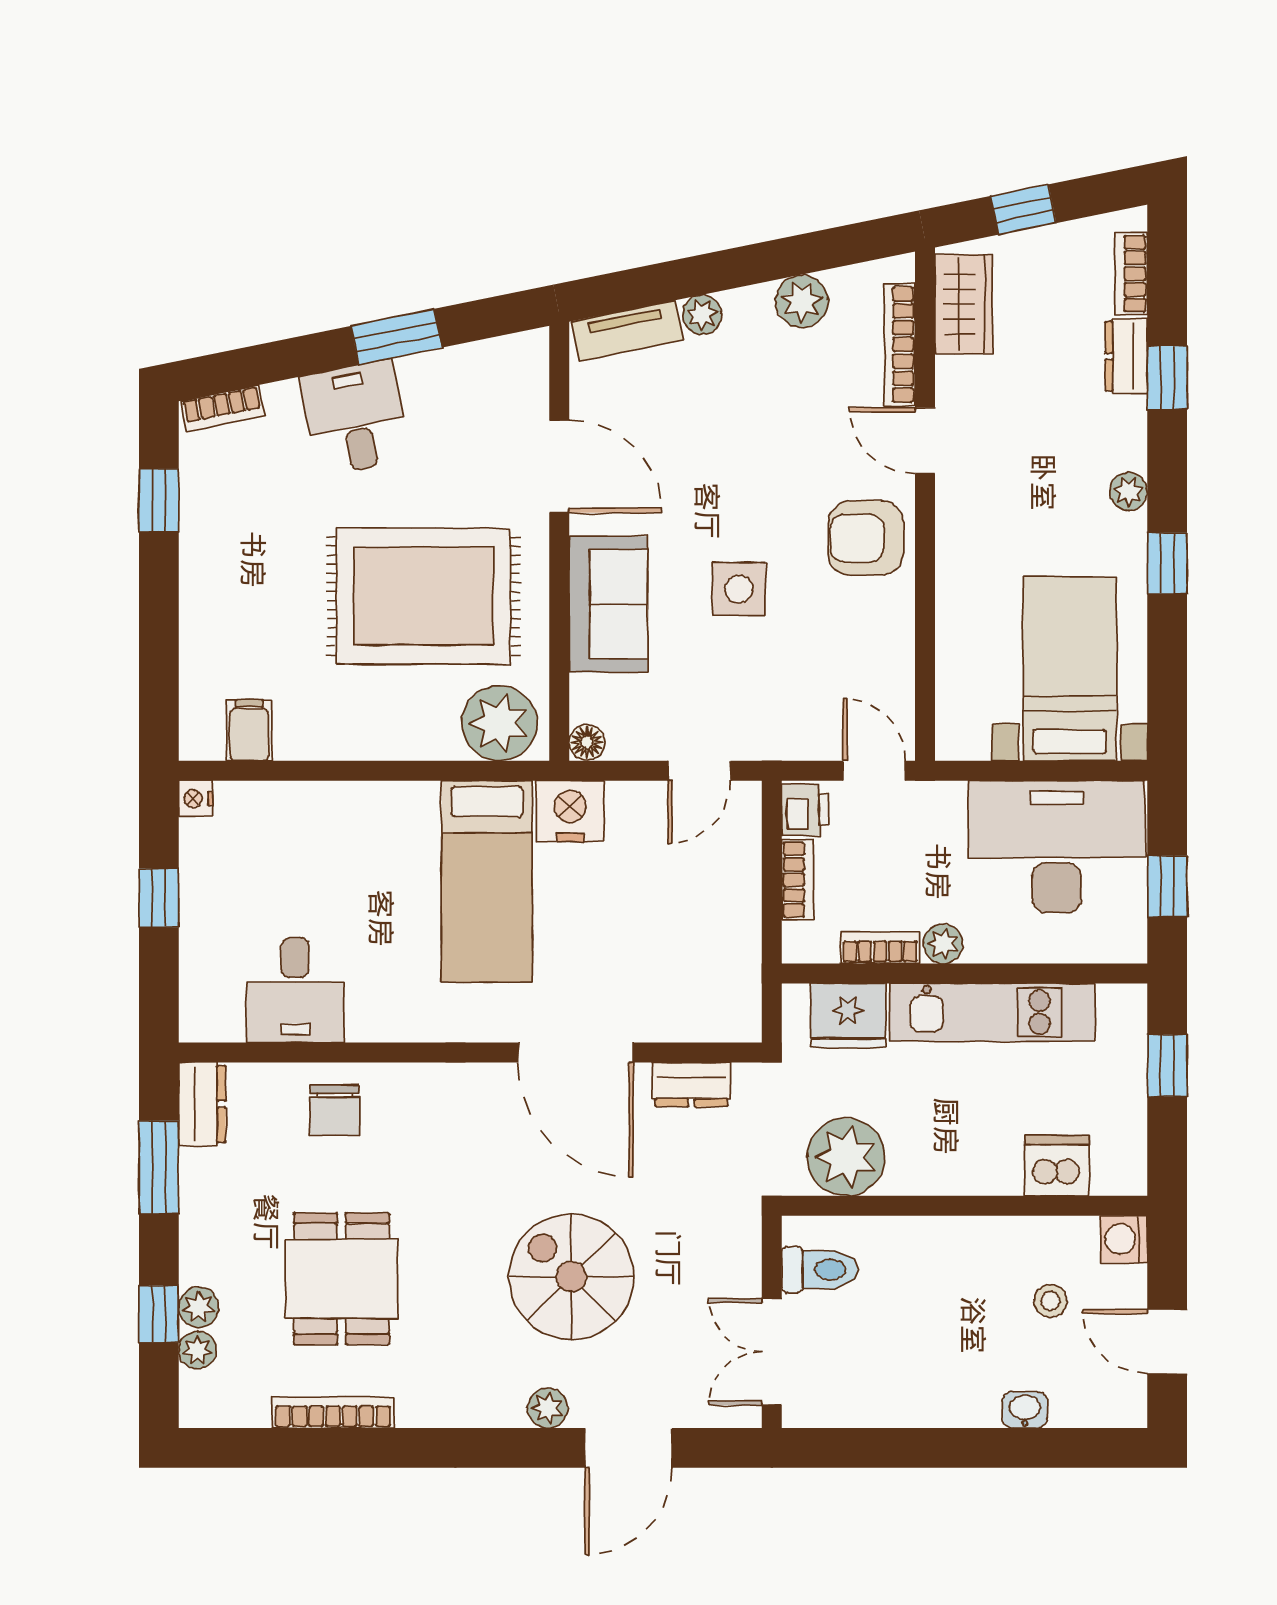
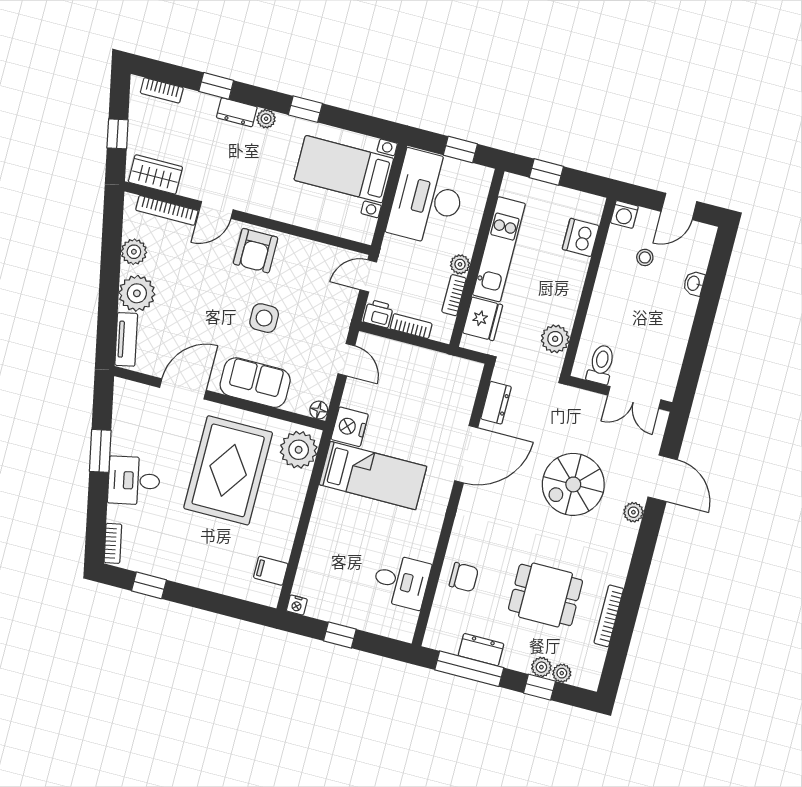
plant: (702, 315) -> (137, 293), width x1.87, depth x1.87
dresser: (1126, 356) -> (237, 112), moved
dresser: (202, 1104) -> (481, 650), moved
plant: (846, 1157) -> (555, 339), width x0.73, depth x0.73
window: (159, 1167) -> (469, 669), width x1.44

